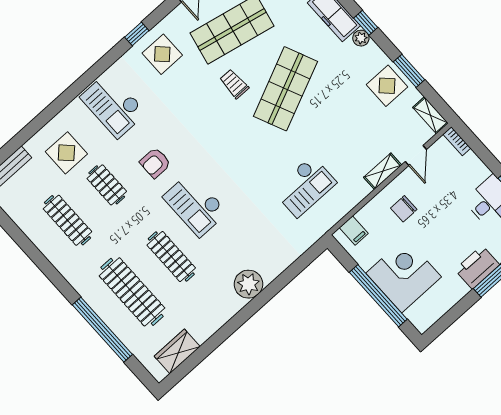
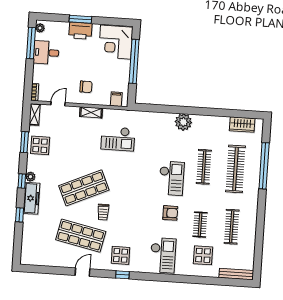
shelving: (383, 171) -> (91, 112), moved
checkout: (305, 186) -> (118, 139), turned 180
corner desk: (404, 275) -> (116, 42), moved

